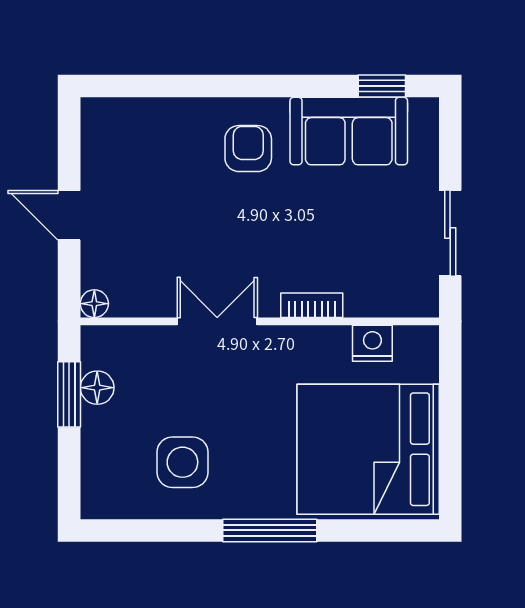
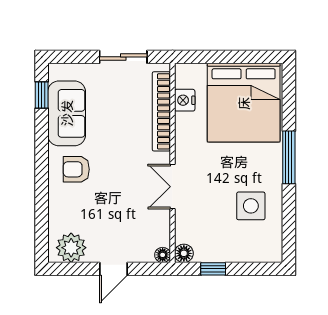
plant: (107, 139) -> (71, 248), added
bookcase: (312, 305) -> (161, 111), width x2.31, depth x1.31
floor lamp: (97, 388) -> (184, 253), moved
window: (69, 394) -> (213, 269), width x0.67

